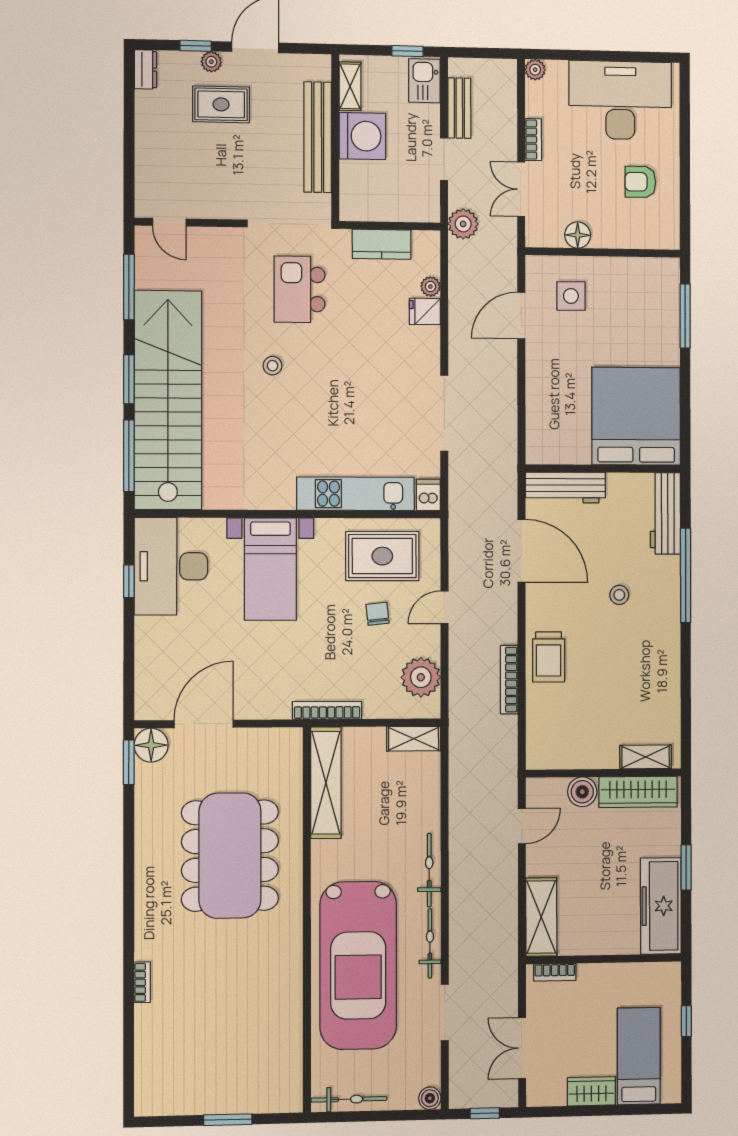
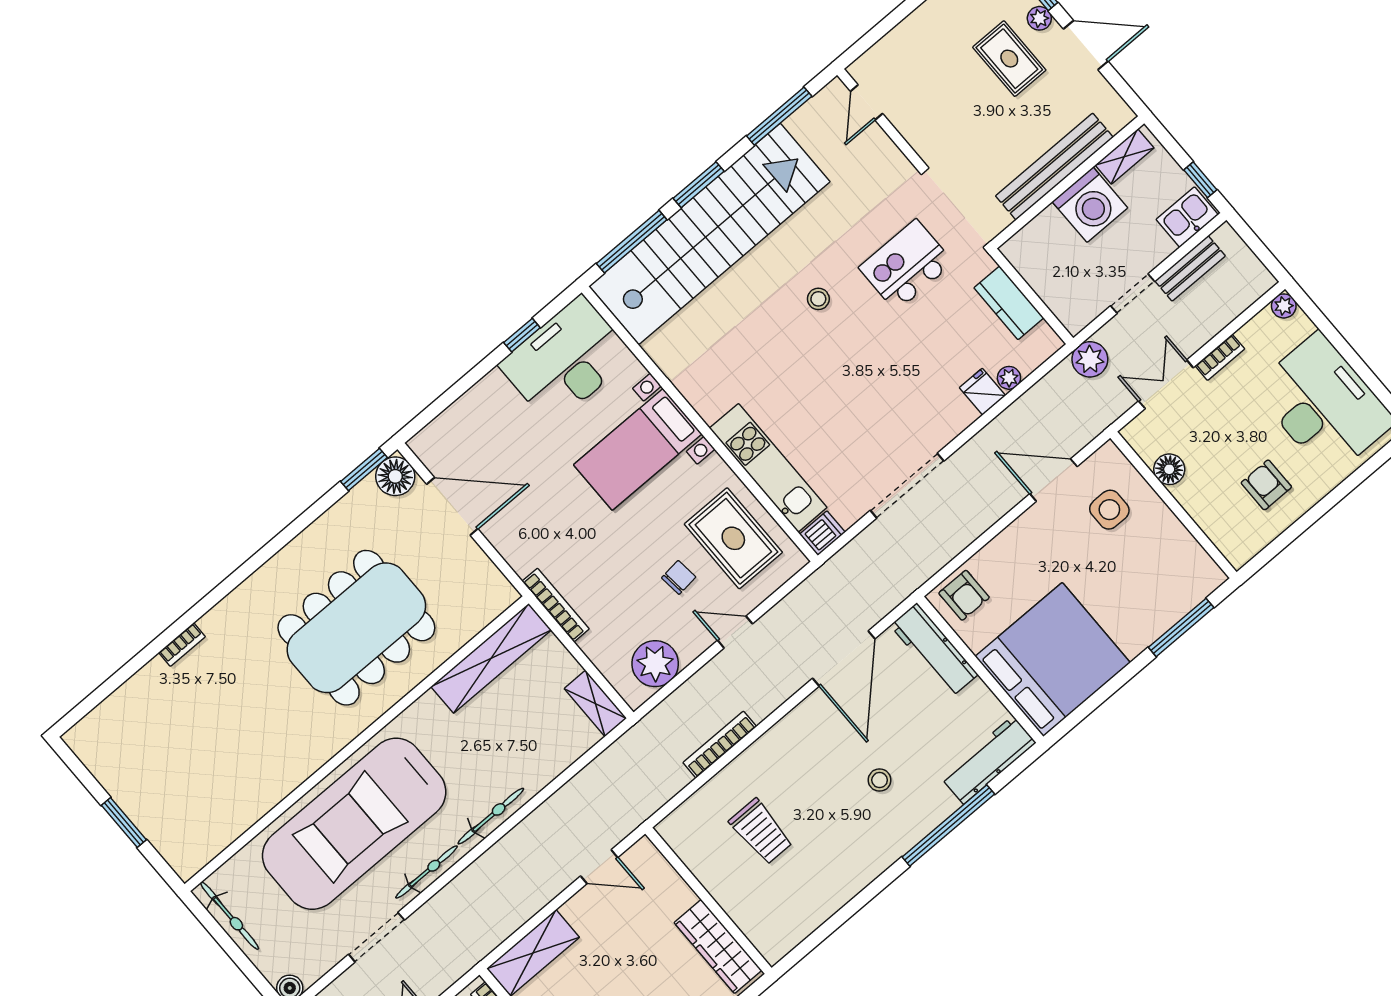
armchair: (547, 438) -> (964, 595), added
trolley: (549, 657) -> (761, 831), moved, turned -90
shelving: (646, 757) -> (755, 927), removed
boiler: (582, 792) -> (675, 896), removed

